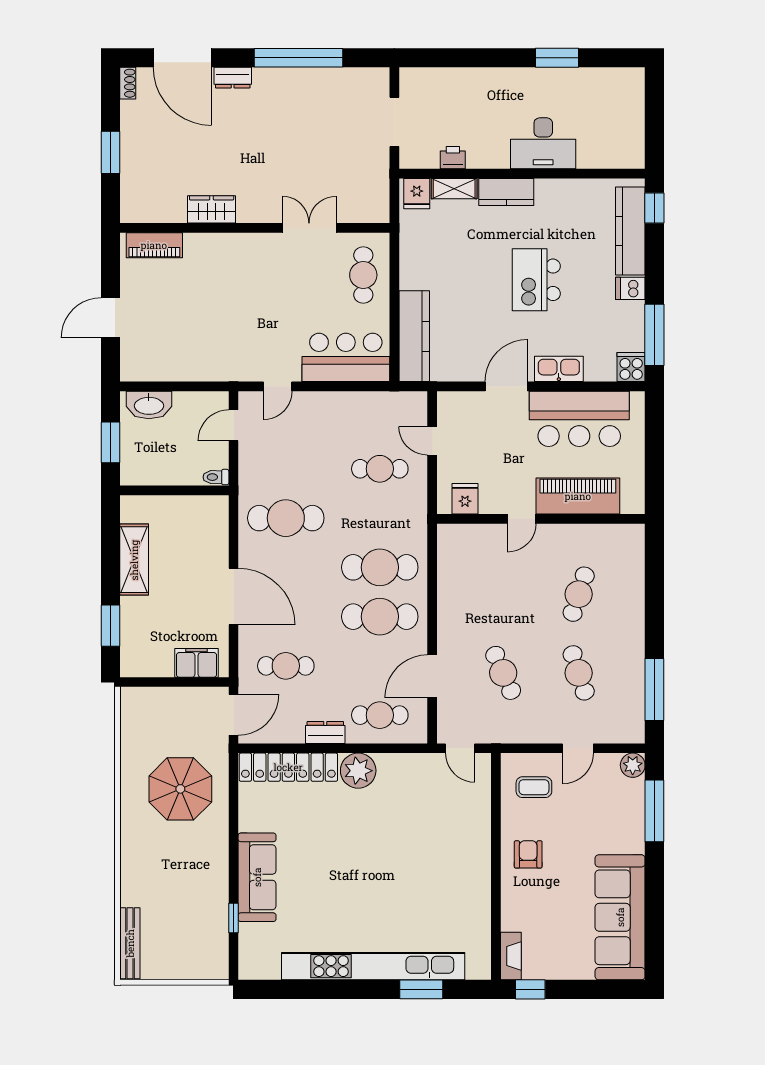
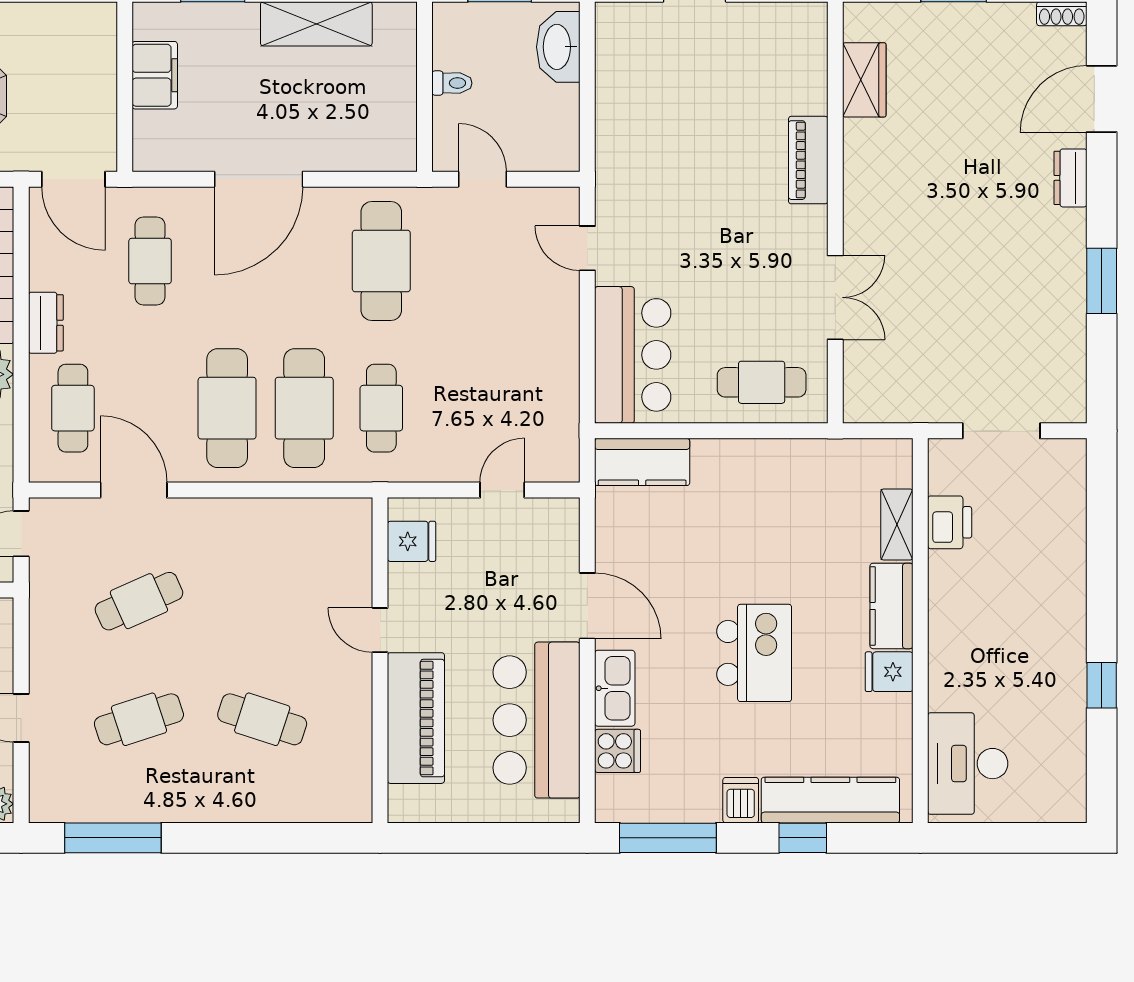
door: (182, 58) -> (1102, 99), width x0.73
window: (299, 58) -> (1102, 281), width x0.47
window: (557, 58) -> (1102, 685), width x0.67
desk: (543, 143) -> (968, 764), moved
printer: (453, 158) -> (950, 522), width x1.36, depth x1.24
fridge: (417, 194) -> (889, 672), moved
window: (654, 208) -> (803, 838), moved
wardrobe: (212, 209) -> (864, 80), moved
piano: (154, 245) -> (808, 160), moved
kitchen island: (536, 280) -> (754, 653), turned 90
kitchen counter: (414, 336) -> (642, 462), width x0.67
cooker: (631, 367) -> (618, 751), moved
door: (233, 425) -> (482, 179), moved
cafe table: (380, 469) -> (381, 408), moved
toilet: (216, 477) -> (452, 83), moved, turned 90
filing cabinet: (196, 663) -> (155, 75), moved

